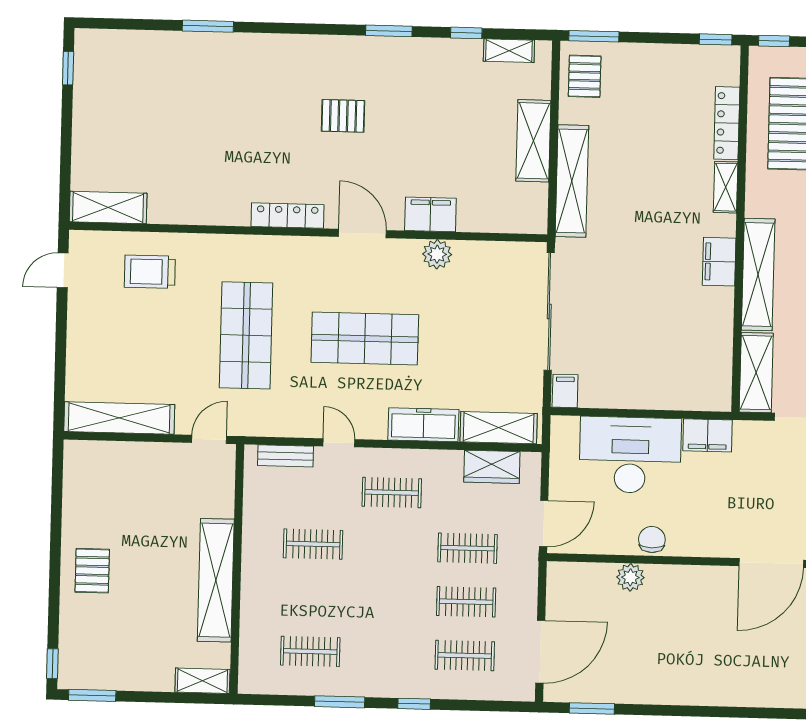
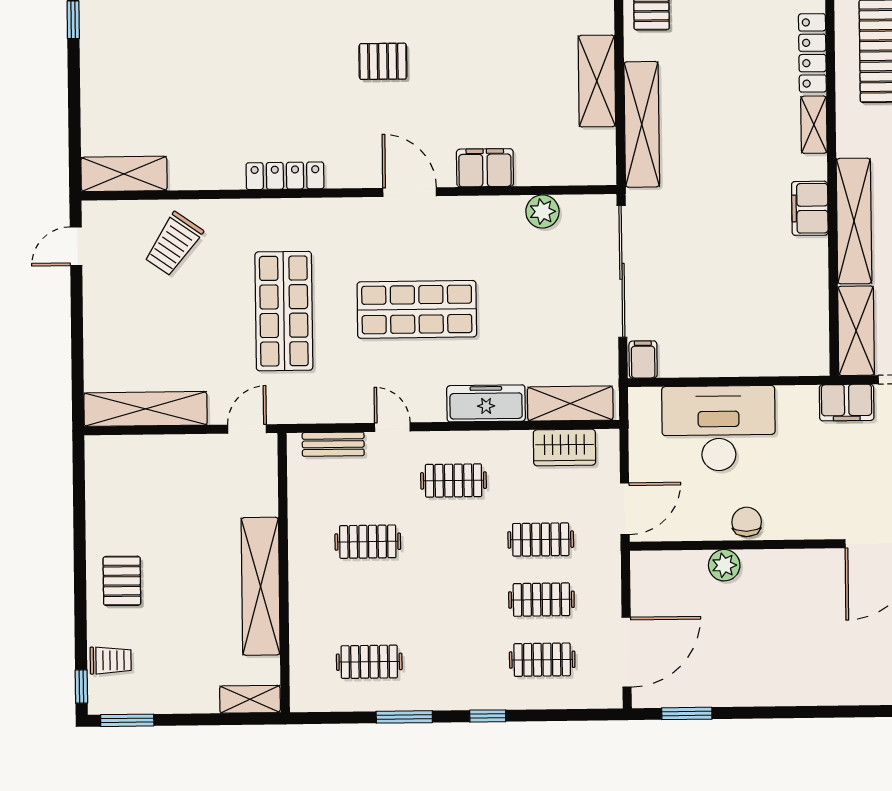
locker: (288, 216) -> (285, 176), moved
plant: (437, 254) -> (542, 211), moved
trolley: (150, 272) -> (173, 244), turned -55
filing cabinet: (707, 435) -> (847, 403), moved
trolley: (79, 641) -> (111, 660), added

